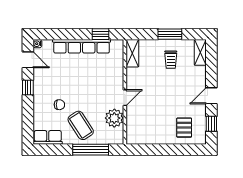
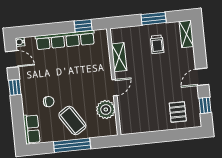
shelving: (132, 53) -> (119, 57), moved
row of seats: (48, 137) -> (32, 129), moved, turned 90
window: (91, 150) -> (72, 145), moved

